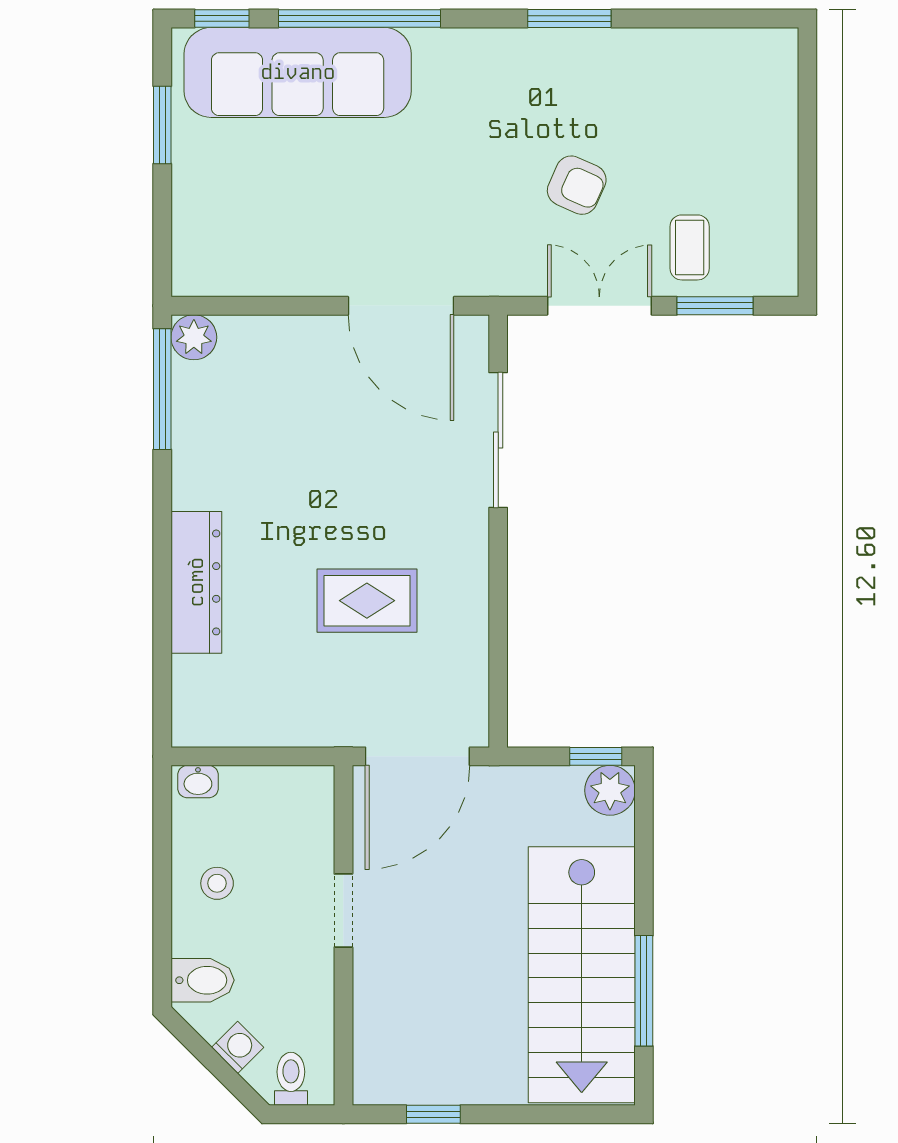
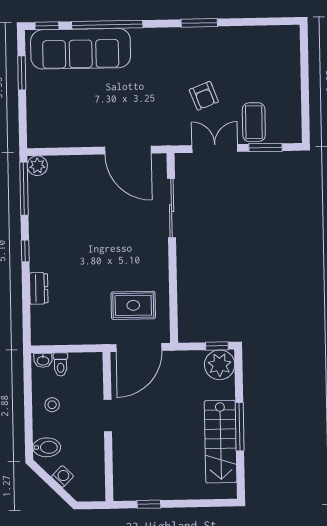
armchair: (577, 185) -> (204, 96), turned 45
coffee table: (690, 247) -> (254, 122), width x1.36, depth x1.30
window: (162, 531) -> (25, 251), added
dresser: (196, 582) -> (39, 288), width x0.51, depth x0.80
rug: (367, 601) -> (133, 305), moved
plant: (610, 790) -> (220, 365), width x1.36, depth x1.36
stairs: (582, 975) -> (221, 442), width x0.73, depth x0.66
window: (644, 991) -> (240, 427), moved
toilet: (291, 1079) -> (61, 365), moved, turned 180

